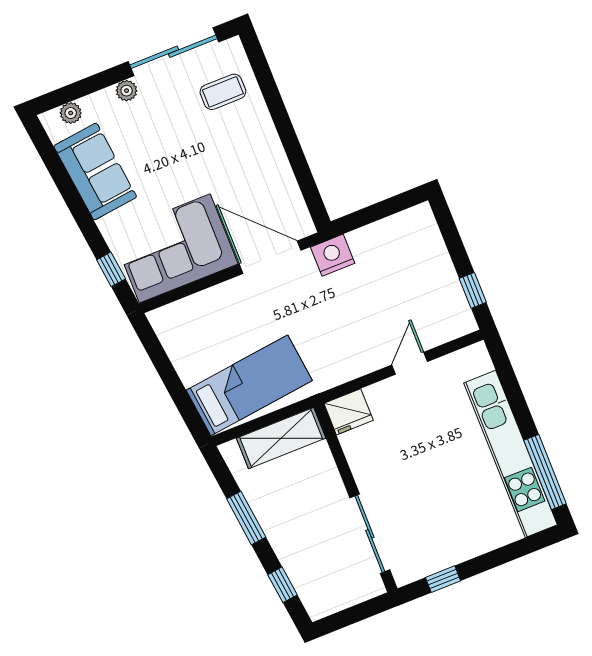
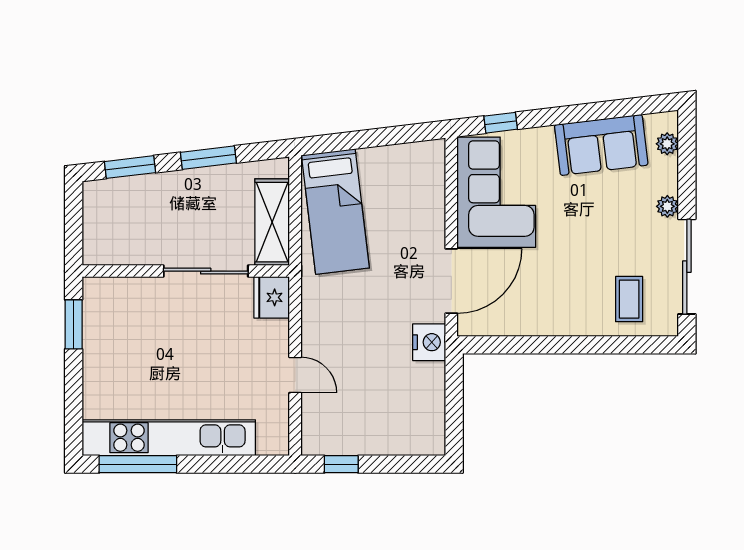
sliding door: (370, 534) -> (206, 271), moved
window: (443, 579) -> (74, 324), width x1.50
window: (282, 585) -> (130, 167), width x1.50

